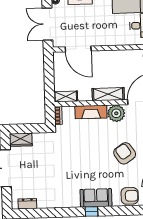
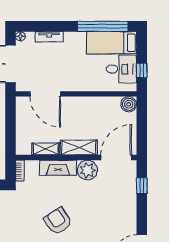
shelving: (66, 97) -> (46, 149), moved
armchair: (125, 153) -> (58, 221), moved

